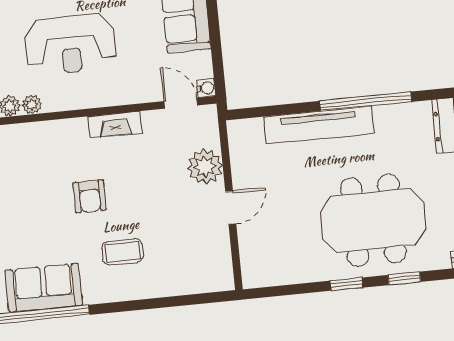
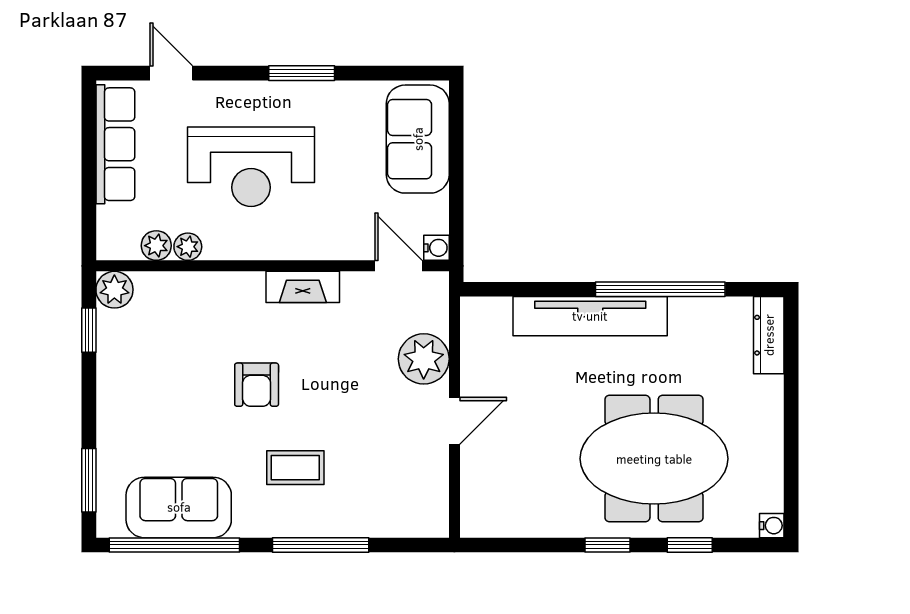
window: (146, 304) -> (321, 545), added

